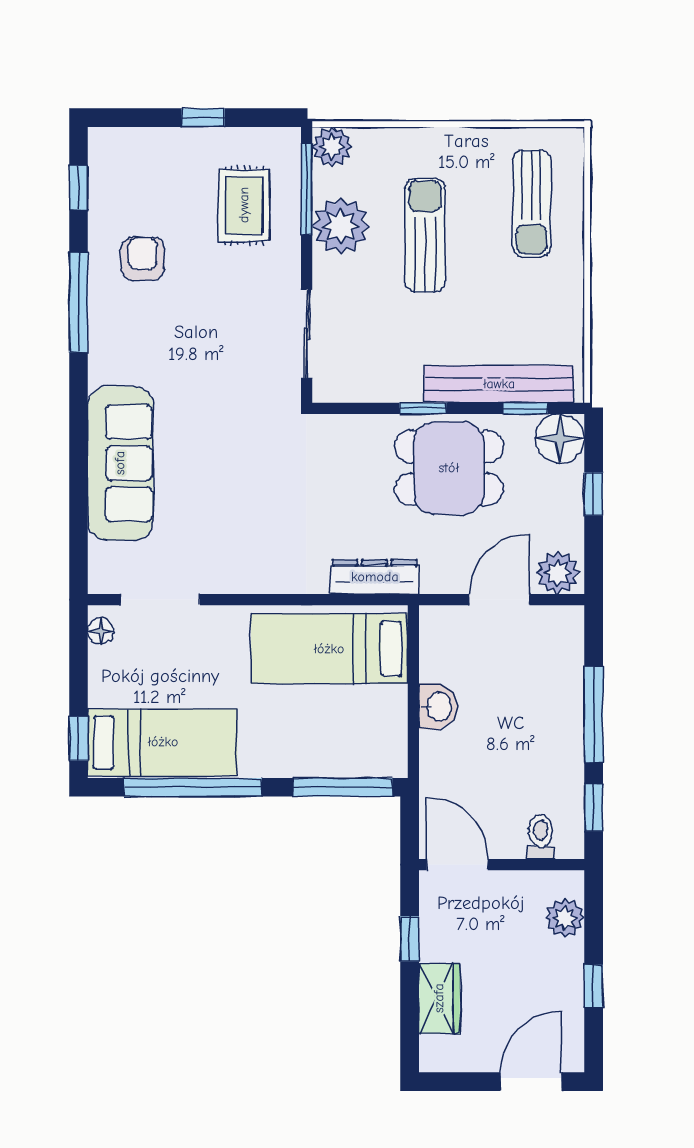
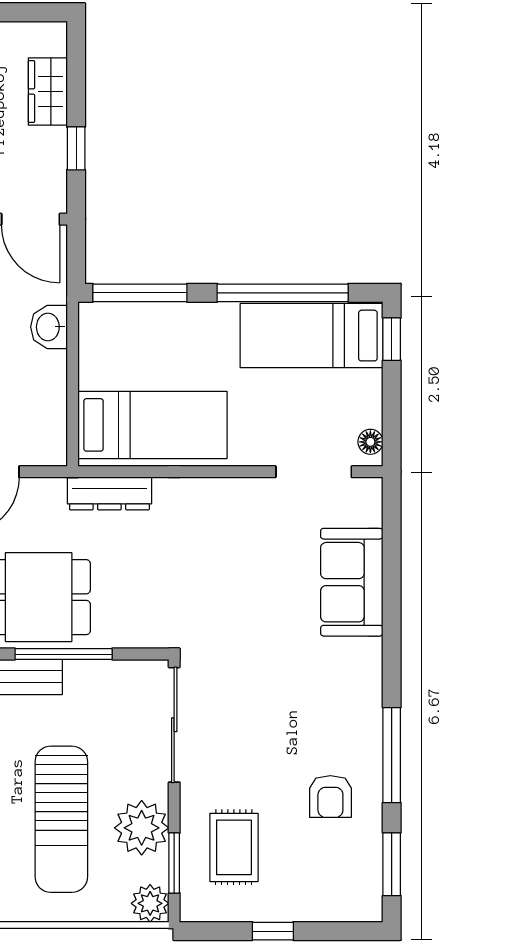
window: (78, 188) -> (392, 864), width x1.50
window: (307, 189) -> (174, 863), width x0.69
sun lounger: (425, 235) -> (61, 819), width x1.36, depth x1.34
sliding door: (307, 334) -> (174, 725), width x1.37
window: (423, 408) -> (64, 654), width x2.17
sofa: (120, 463) -> (352, 582), width x0.73
washbasin: (438, 706) -> (49, 327), moved

